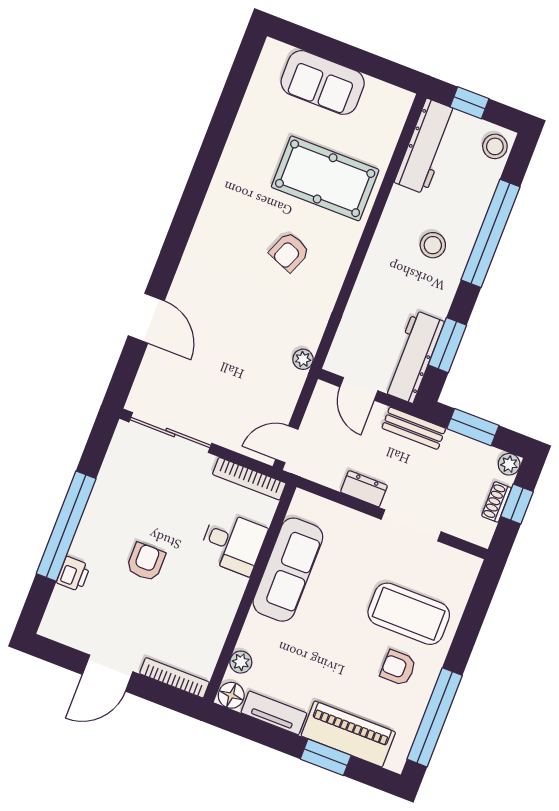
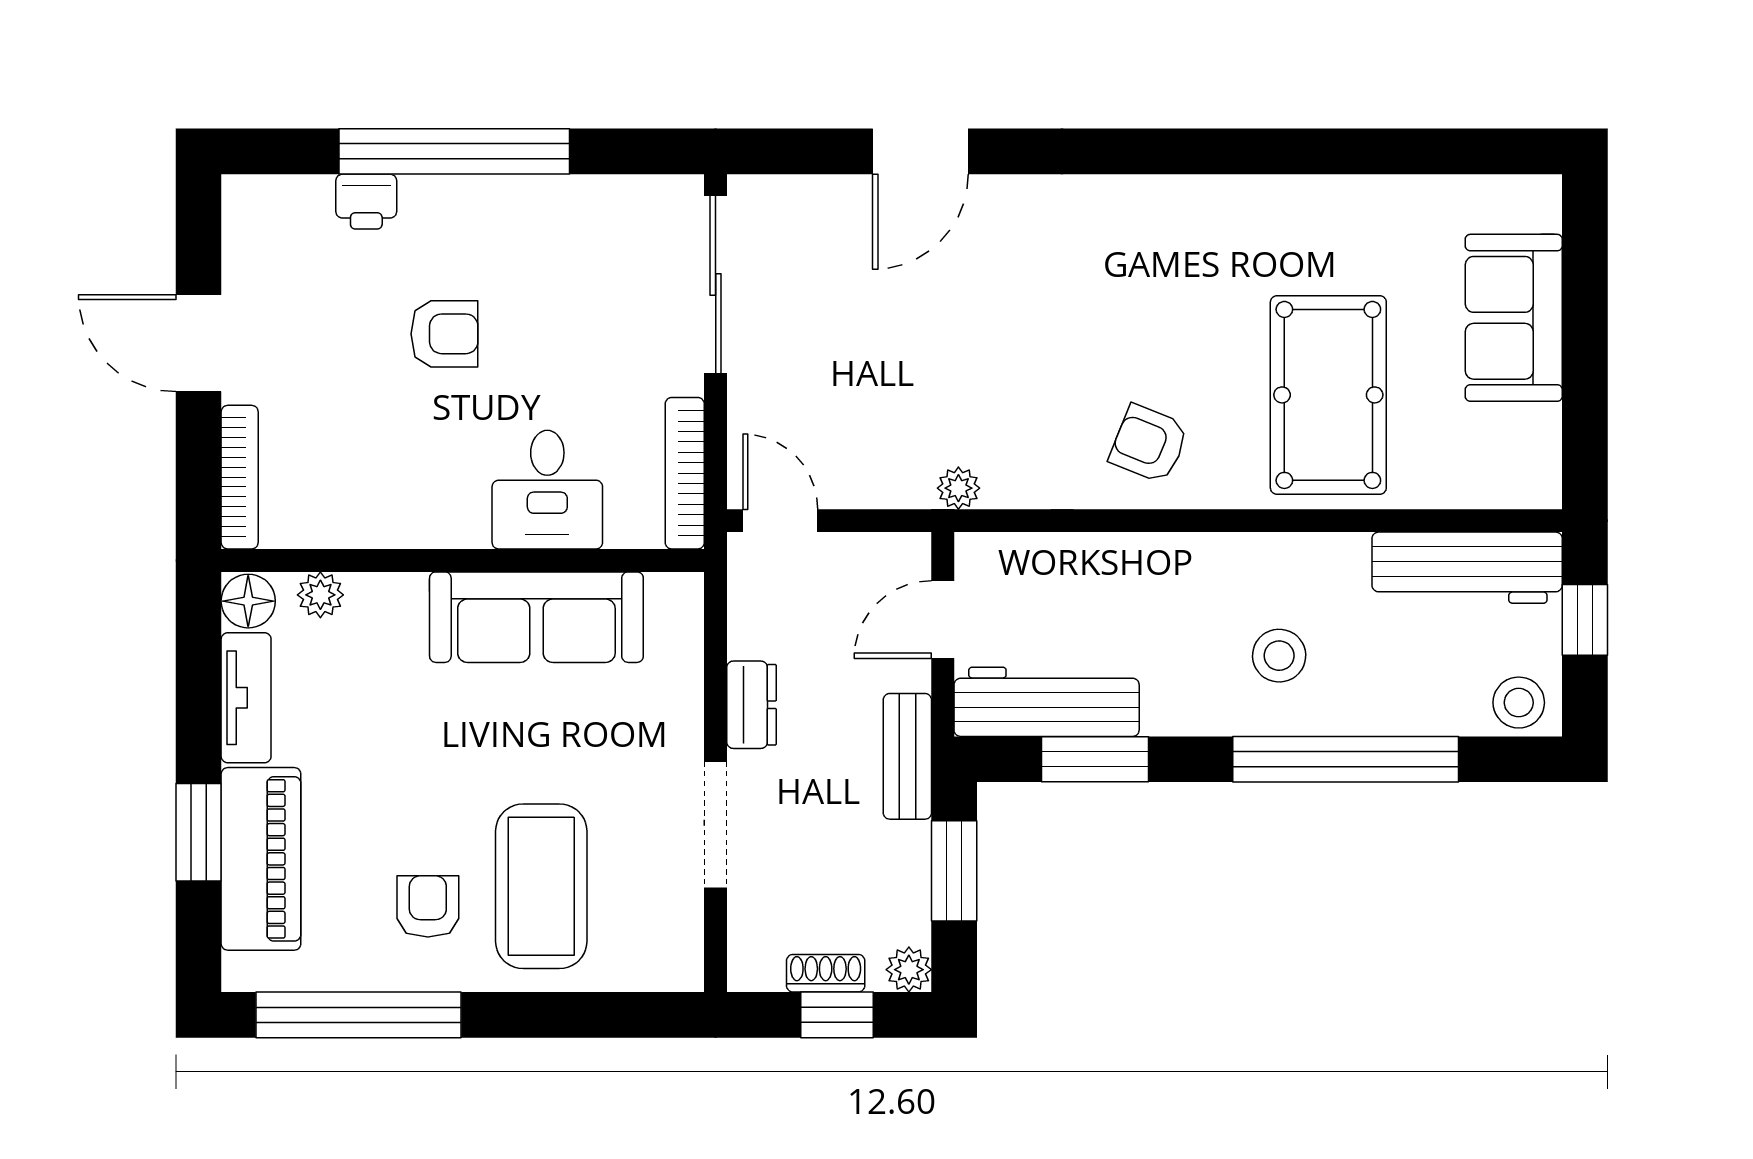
armchair: (289, 252) -> (1149, 444), moved

